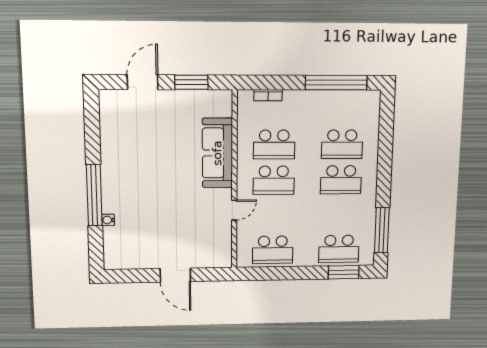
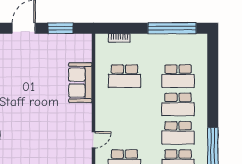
sofa: (217, 153) -> (80, 83), width x0.73
school desk: (274, 180) -> (178, 133), moved
door: (234, 210) -> (94, 140), moved

